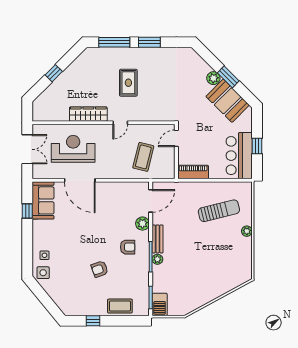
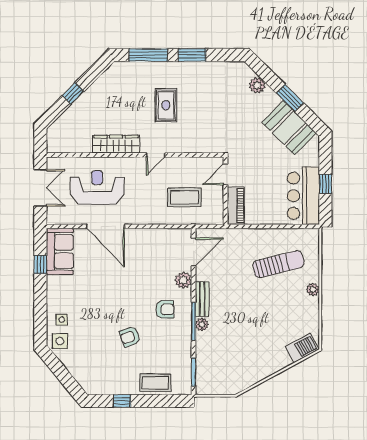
plant: (213, 78) -> (257, 85), moved
coffee table: (143, 157) -> (184, 197), turned 76
piano: (193, 172) -> (236, 206), moved, turned 90
barbecue: (160, 304) -> (302, 348), moved, turned -119

